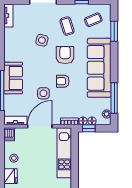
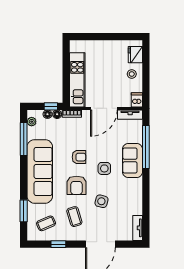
side table: (43, 93) -> (104, 168), moved

